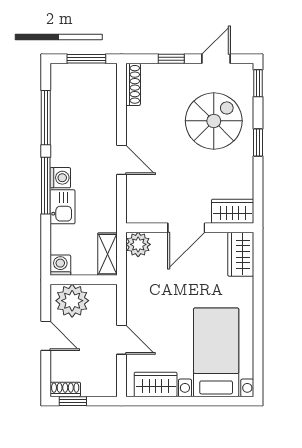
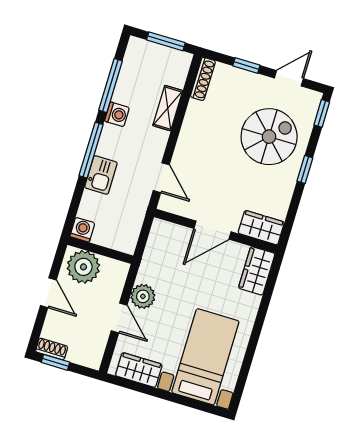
door: (121, 160) -> (161, 178), moved
washing machine: (60, 178) -> (117, 114), moved
plant: (138, 244) -> (143, 296), moved
shelving: (108, 254) -> (168, 108), moved

